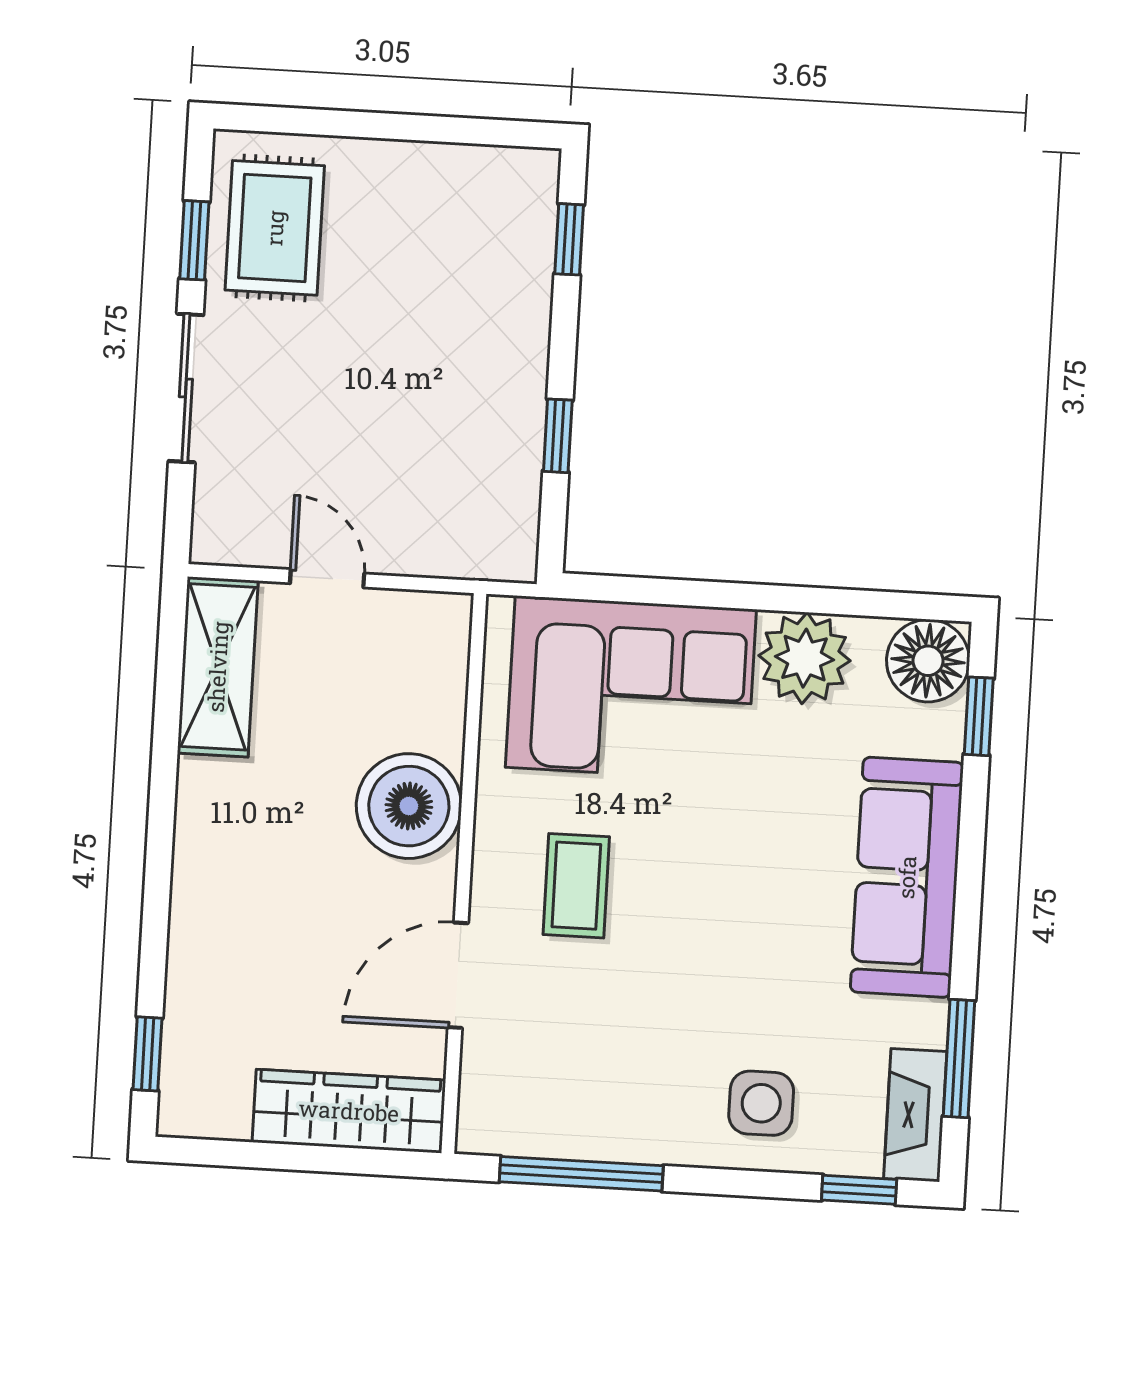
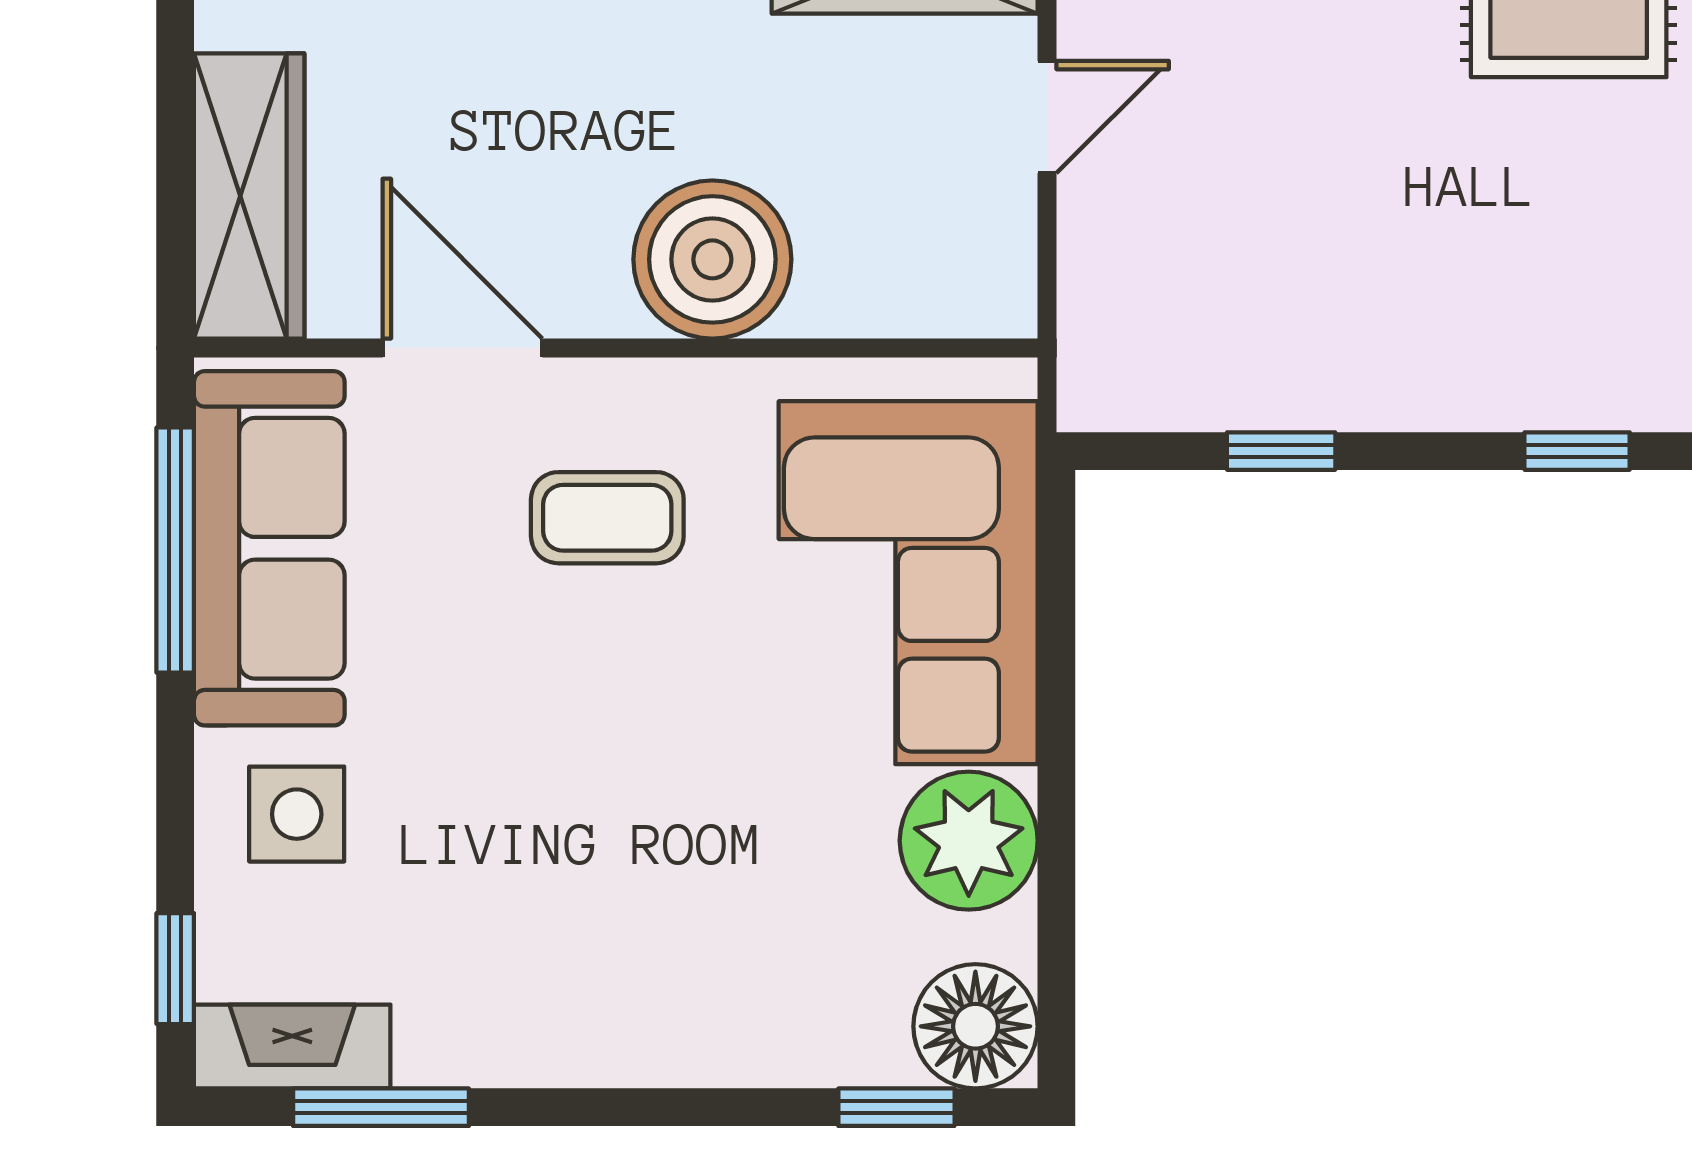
sofa: (907, 877) -> (269, 548), moved, turned 90

